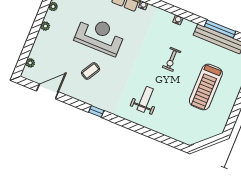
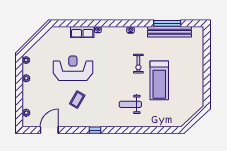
treadmill: (206, 87) -> (159, 80), moved
weight bench: (145, 99) -> (130, 104), turned -90

